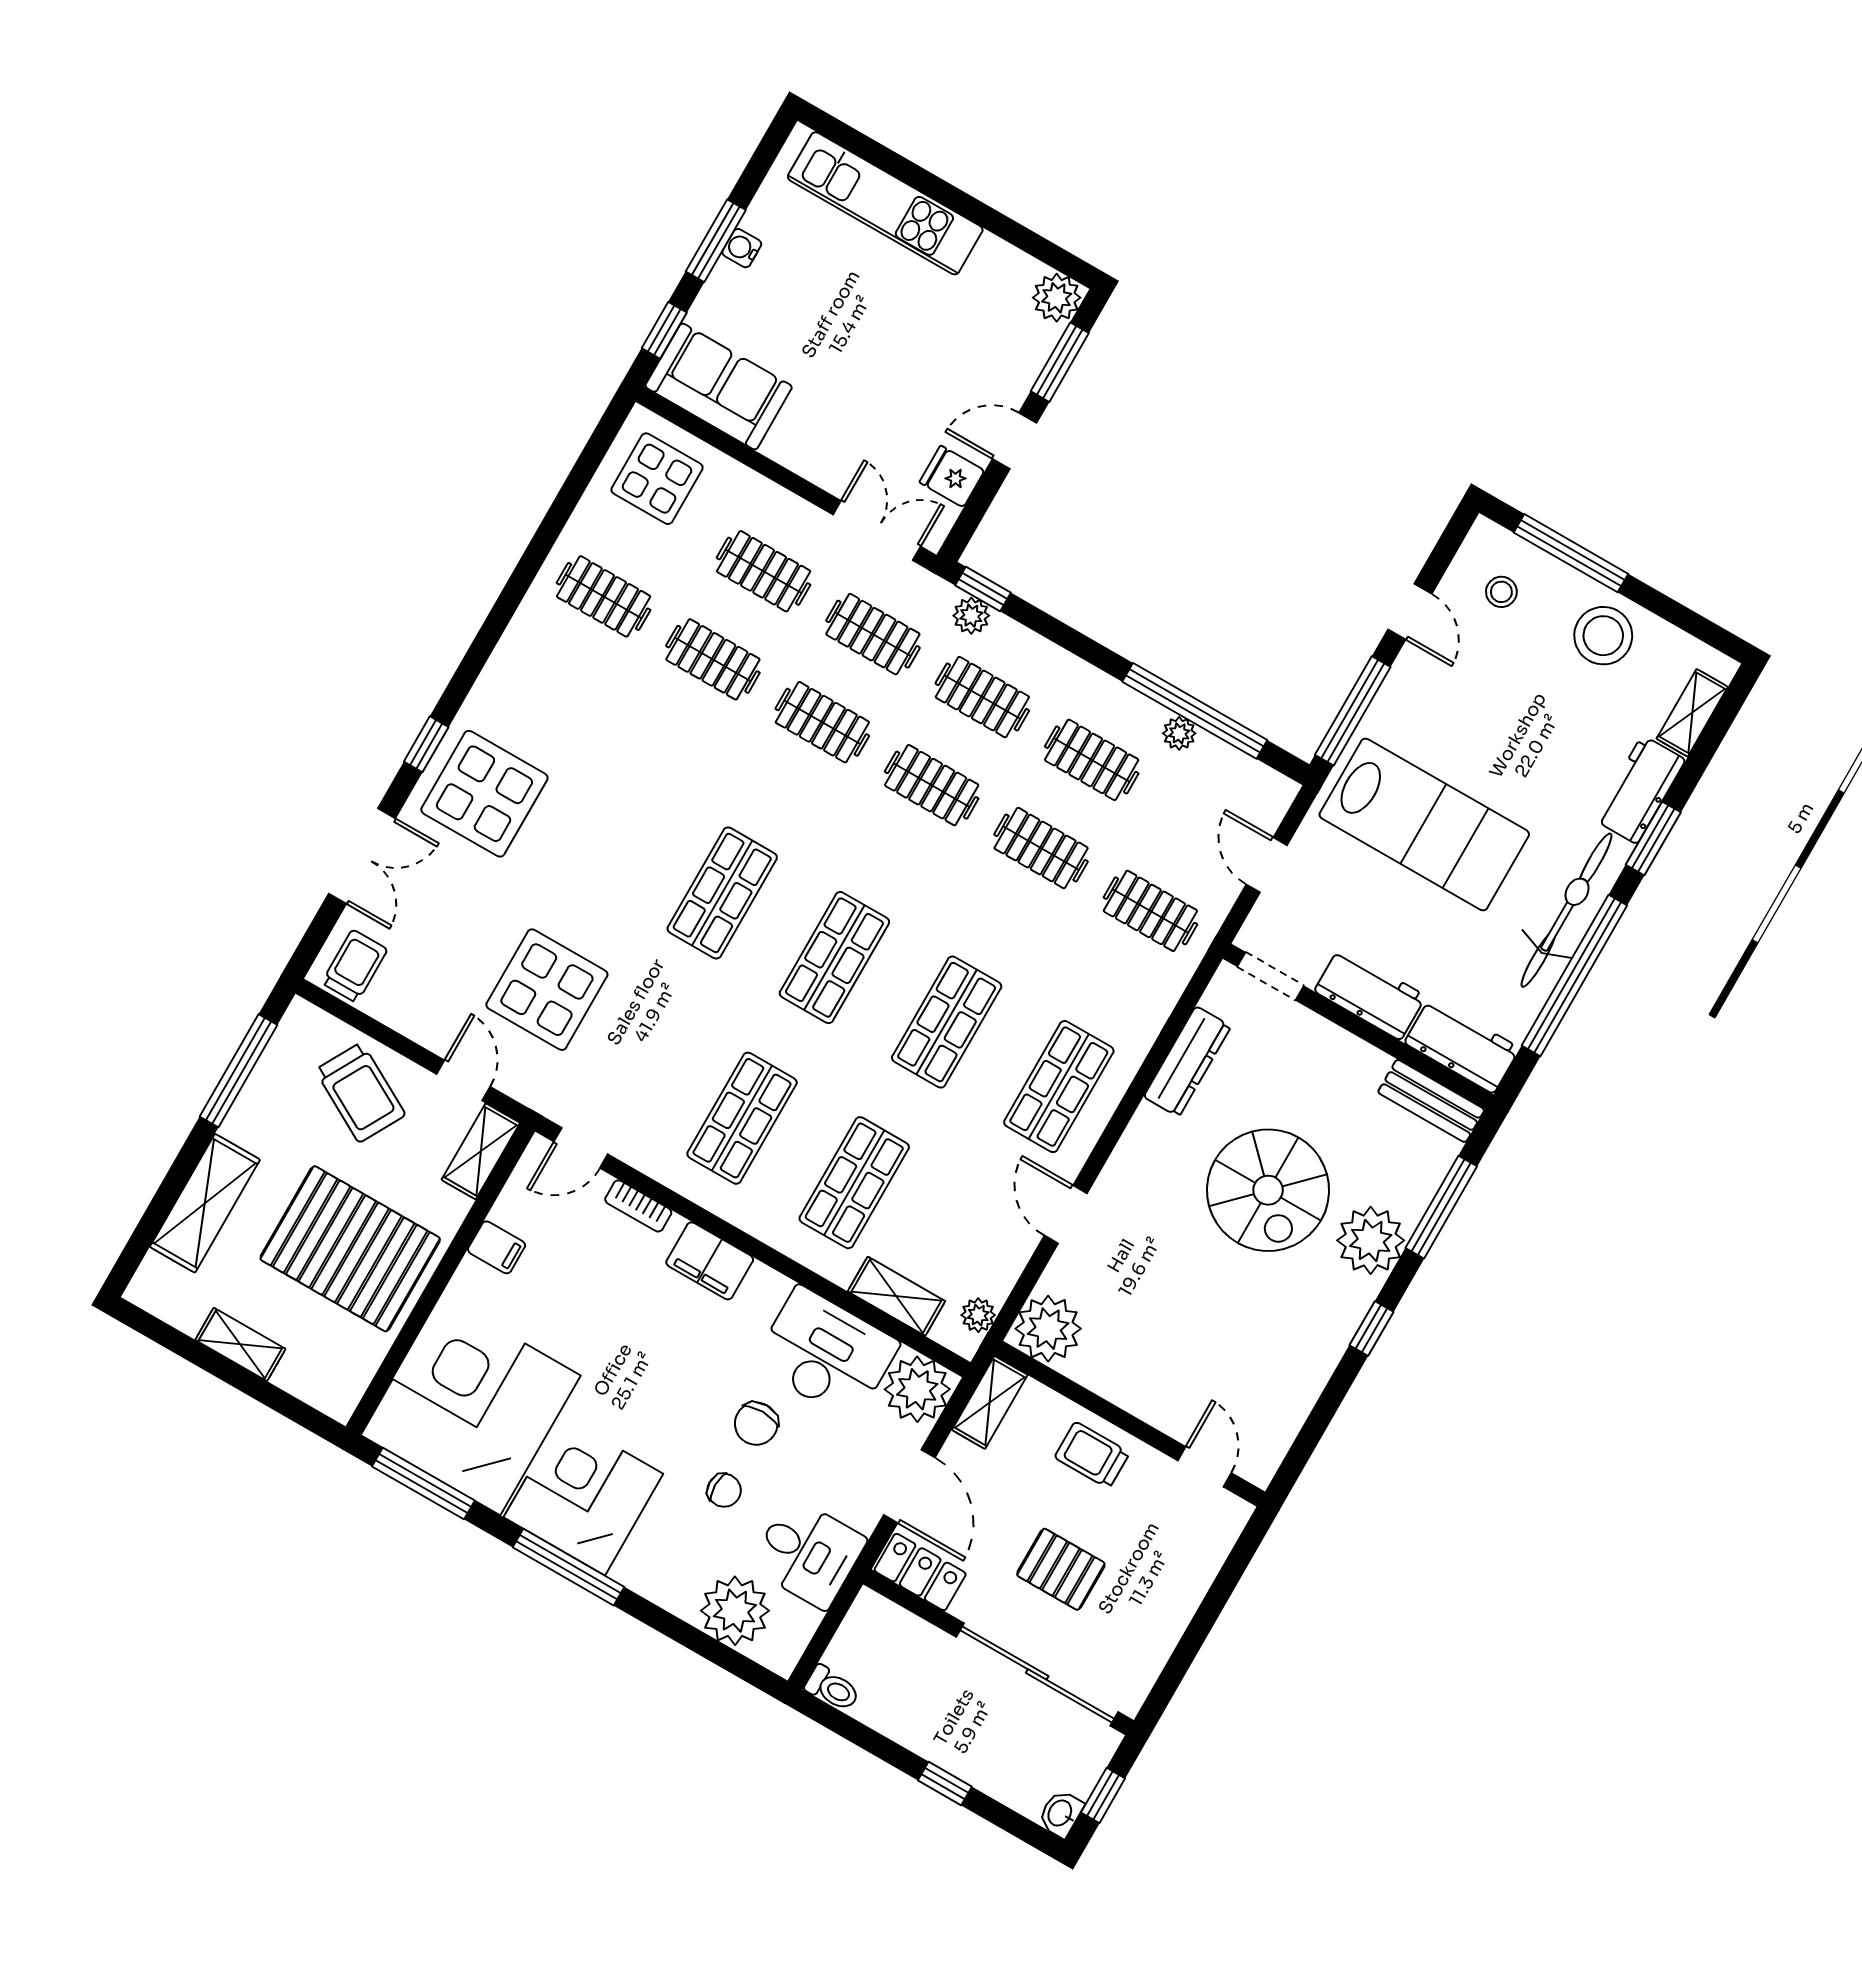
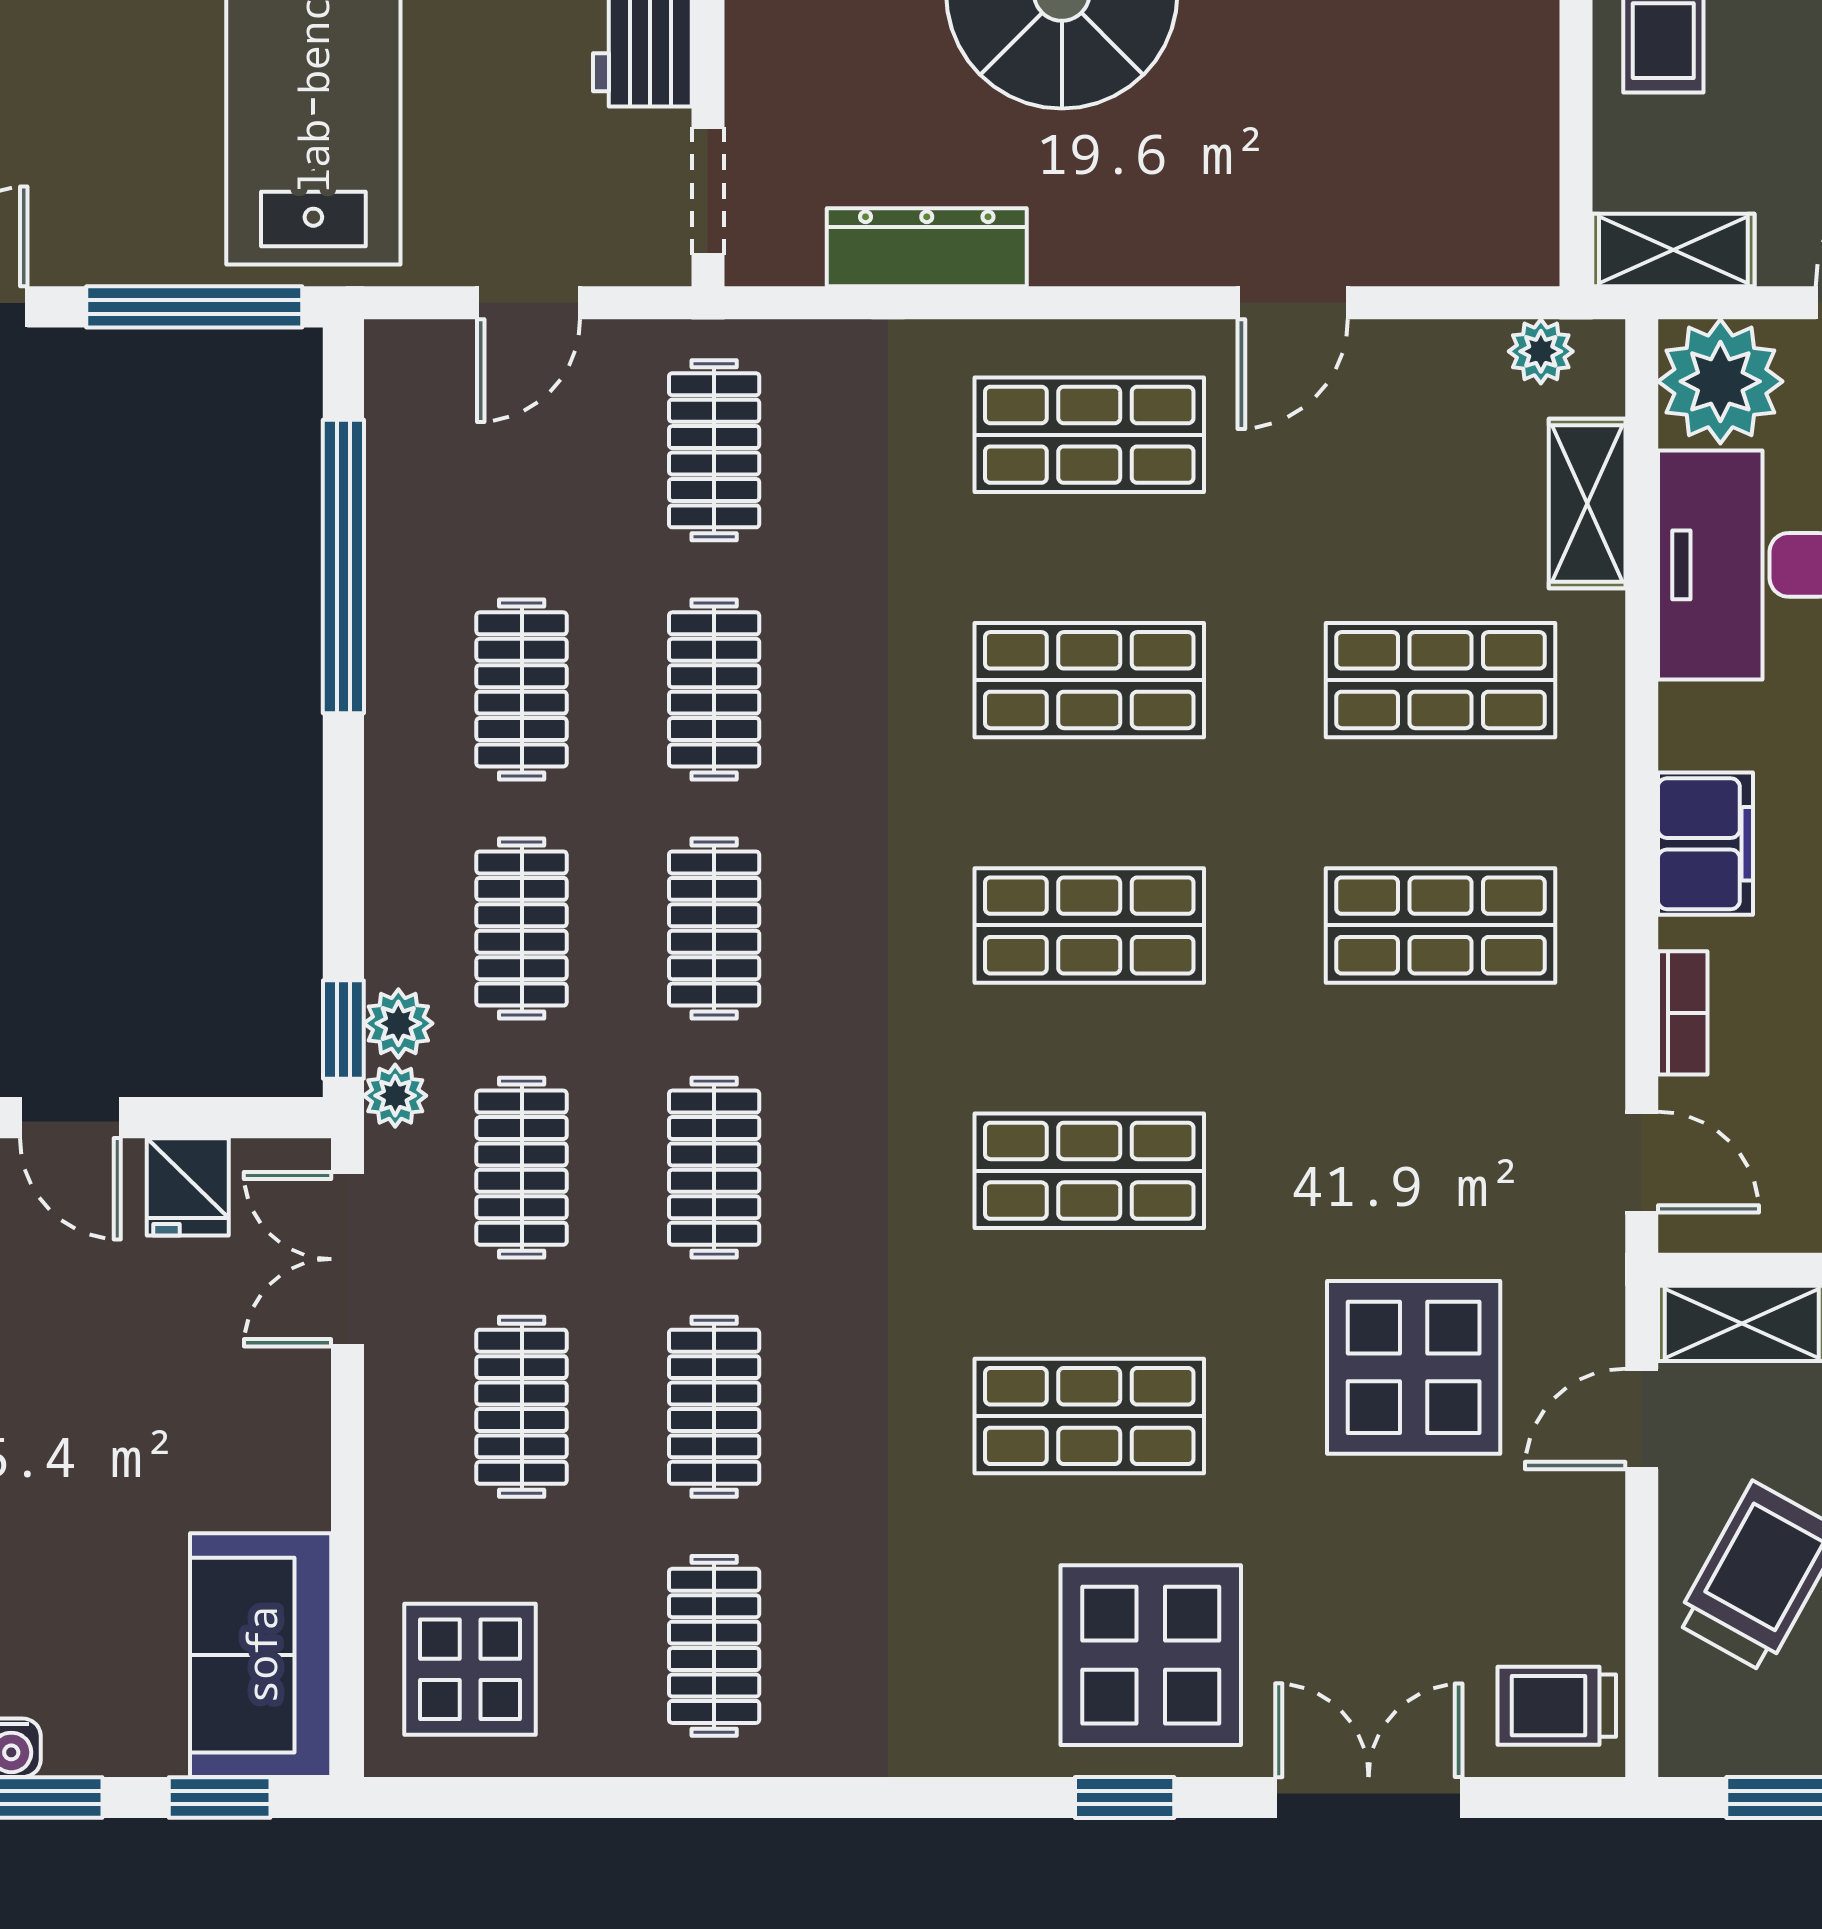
plant: (1179, 733) -> (395, 1096), moved
shop shelf: (610, 828) -> (1089, 1416), added
plant: (1048, 1329) -> (1497, 224), removed

